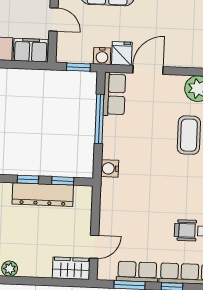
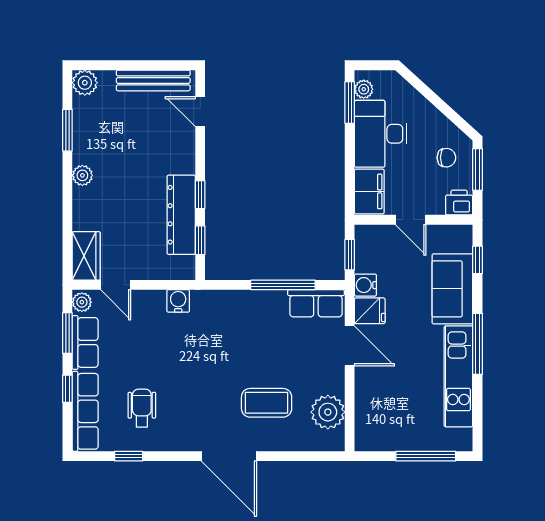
door: (54, 19) -> (411, 220), hinge flipped
water cooler: (110, 168) -> (178, 301), moved
plant: (106, 273) -> (82, 302), added

